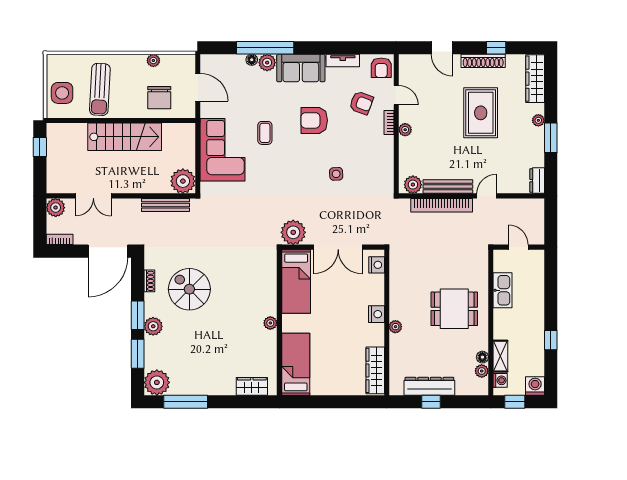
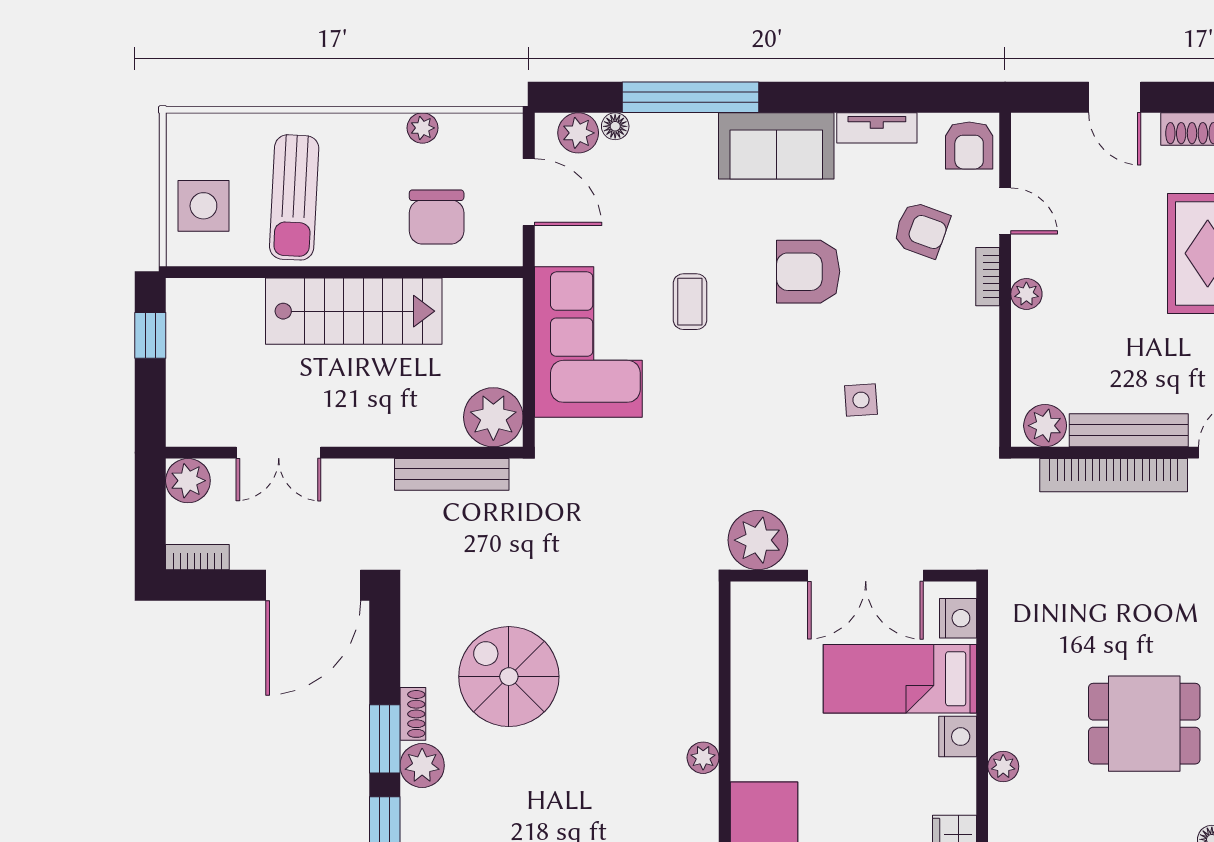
floor lamp: (252, 60) -> (615, 126), moved
plant: (267, 63) -> (578, 133), moved
shoe rack: (149, 281) -> (413, 714), moved
bed: (296, 281) -> (900, 679), moved, turned 90

